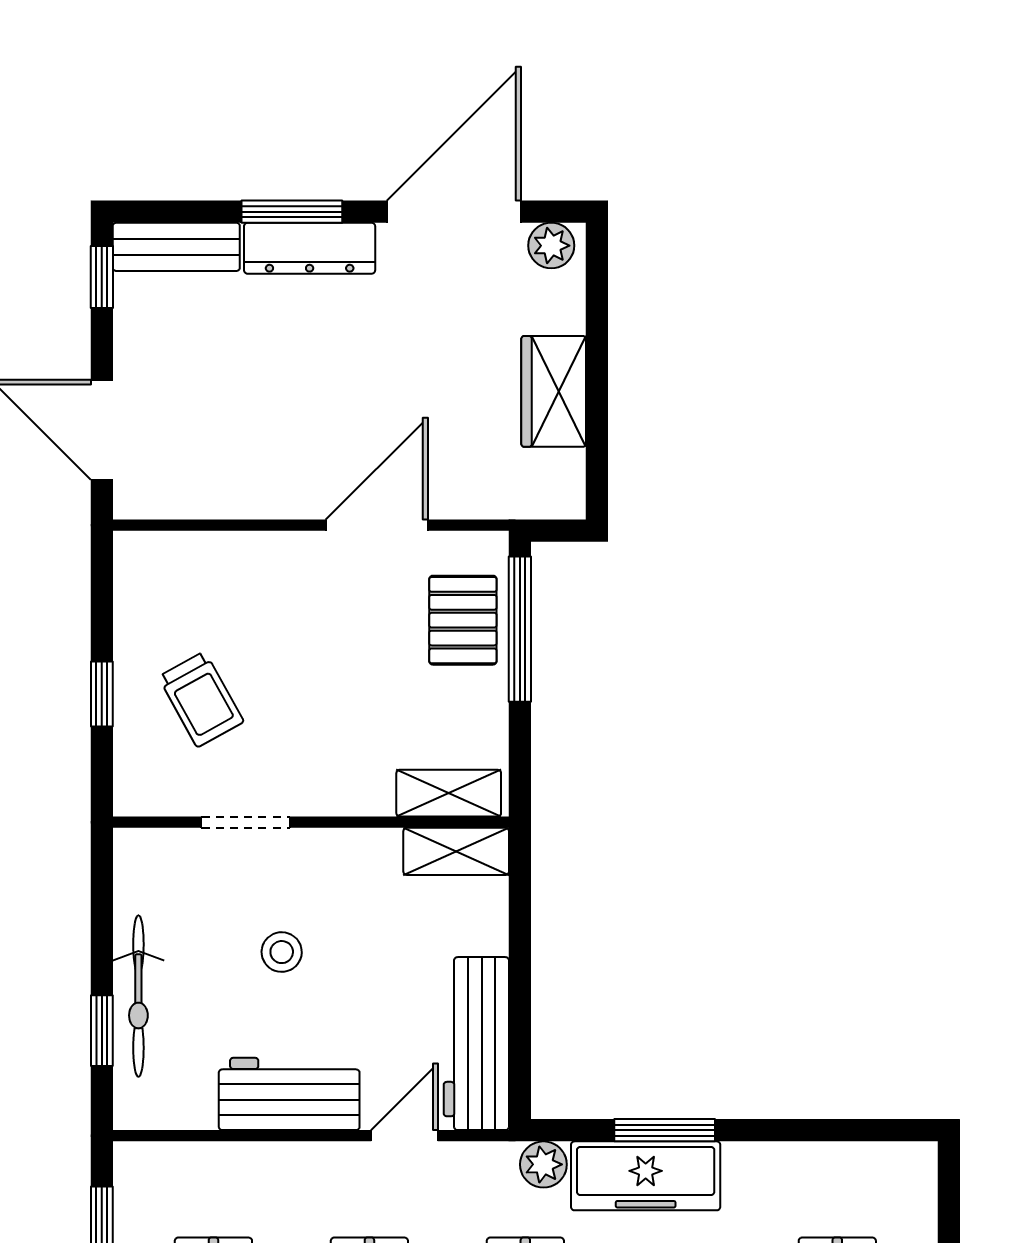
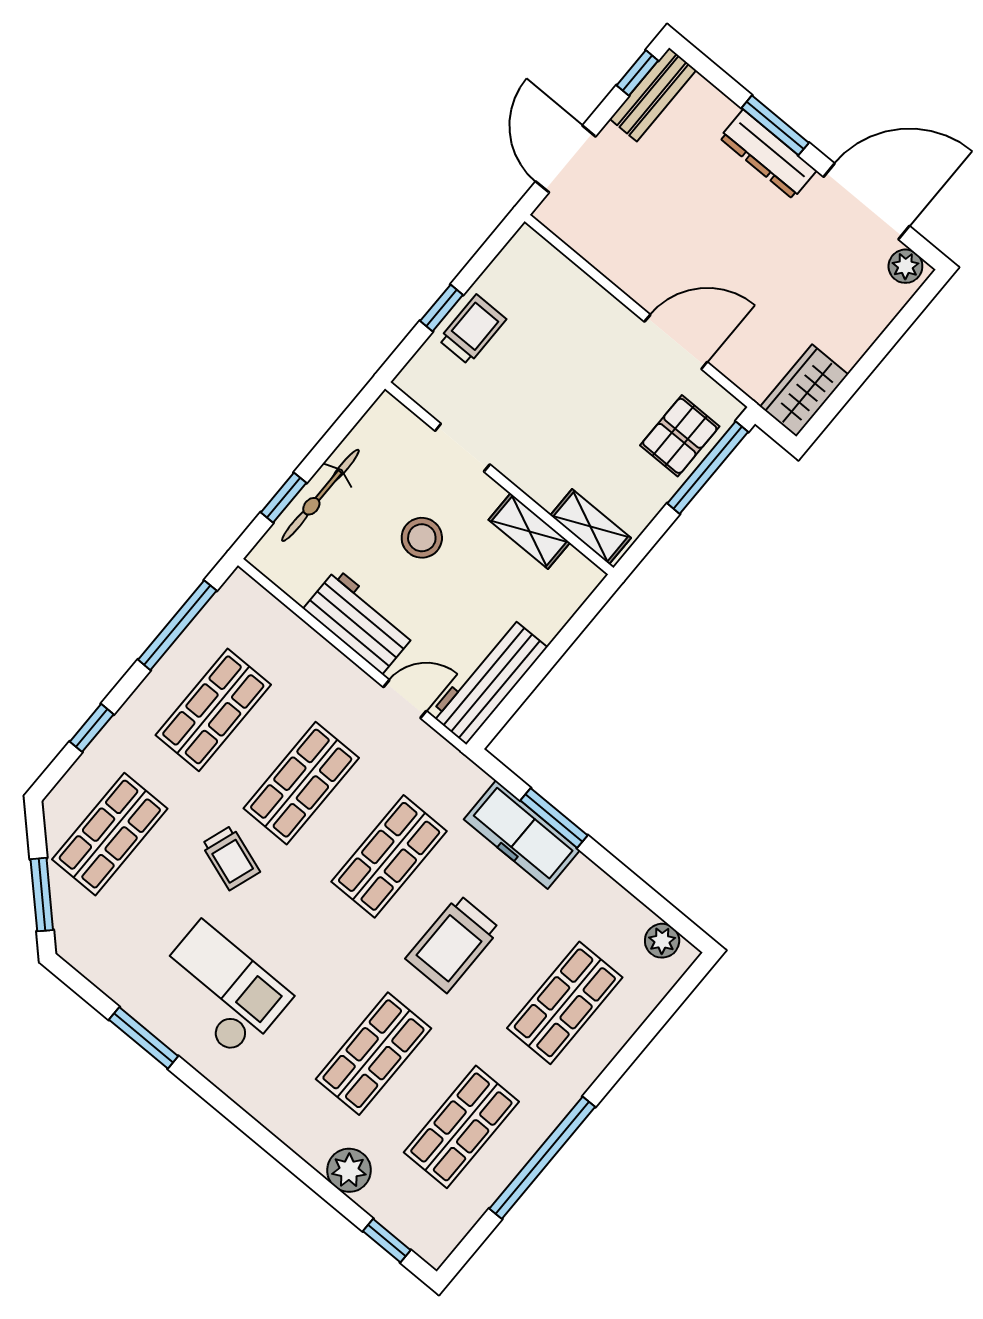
bench: (176, 247) -> (653, 95), moved, turned 90
wardrobe: (554, 391) -> (804, 390), moved
trolley: (201, 699) -> (472, 329), moved, turned -151
shelving: (456, 851) -> (529, 531), moved
stool: (282, 952) -> (422, 538), width x1.37, depth x1.37
plant: (543, 1164) -> (662, 941), moved

